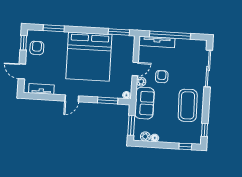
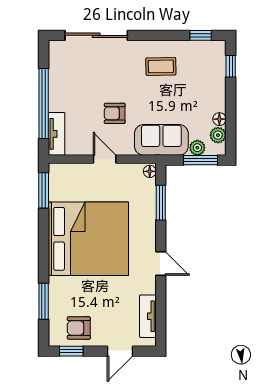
tv unit: (157, 42) -> (56, 134), width x0.71
plant: (141, 82) -> (197, 148), moved
coffee table: (188, 105) -> (161, 66), width x0.54, depth x0.58

